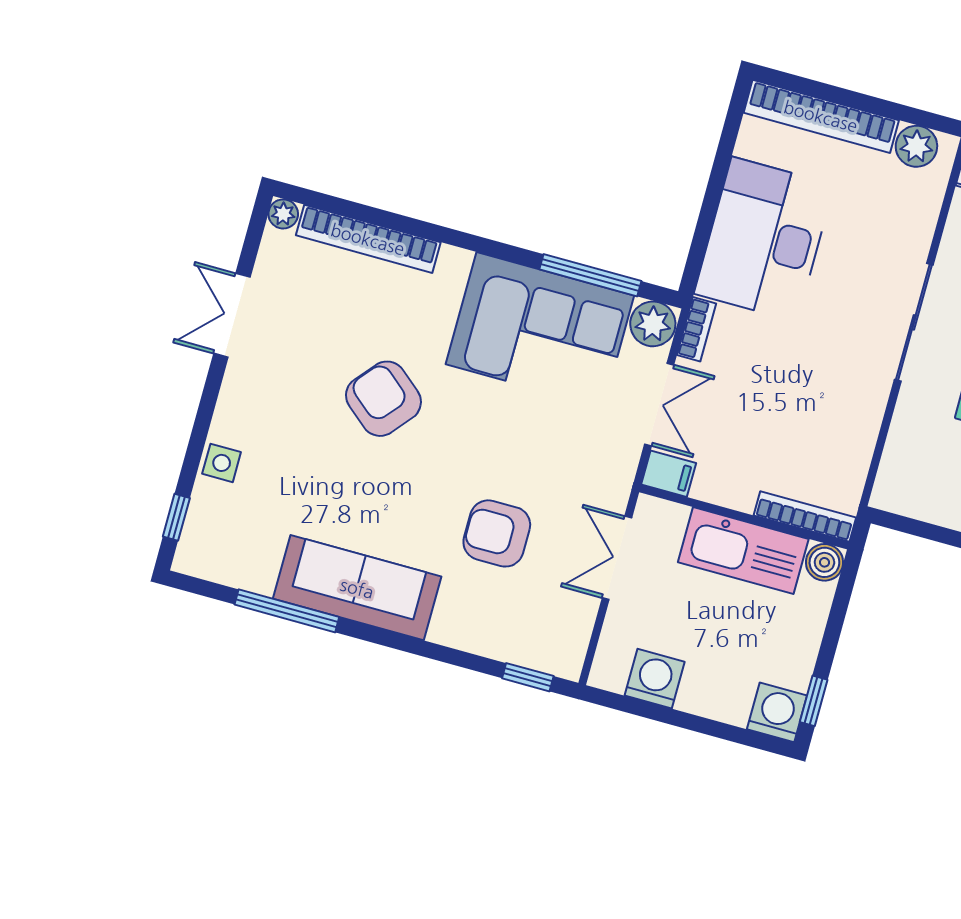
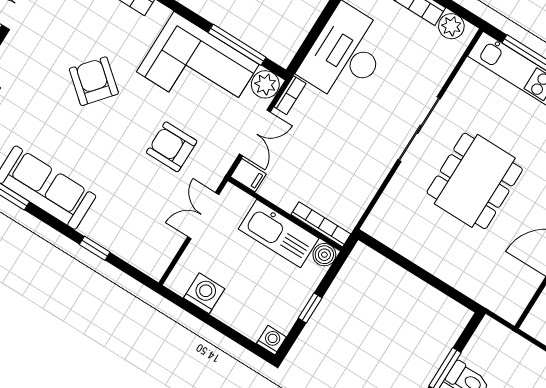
armchair: (497, 533) -> (172, 147), moved
window: (528, 677) -> (95, 248), moved
window: (814, 701) -> (310, 308), moved
washing machine: (777, 712) -> (271, 340), width x0.73, depth x0.73

